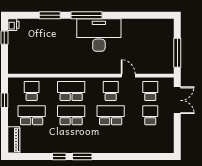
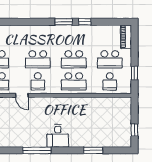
window: (86, 15) -> (37, 150), moved
printer: (13, 25) -> (126, 142), removed
desk: (99, 35) -> (58, 136), width x0.53, depth x0.77

